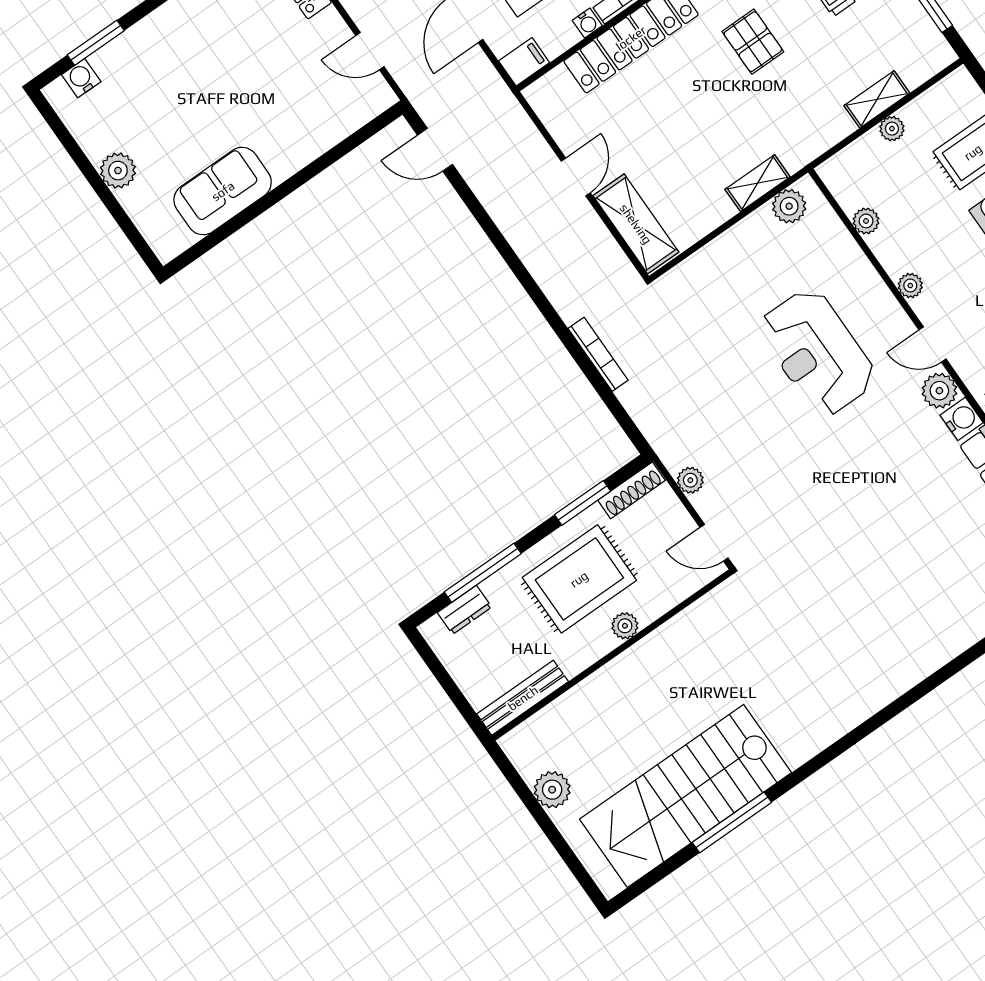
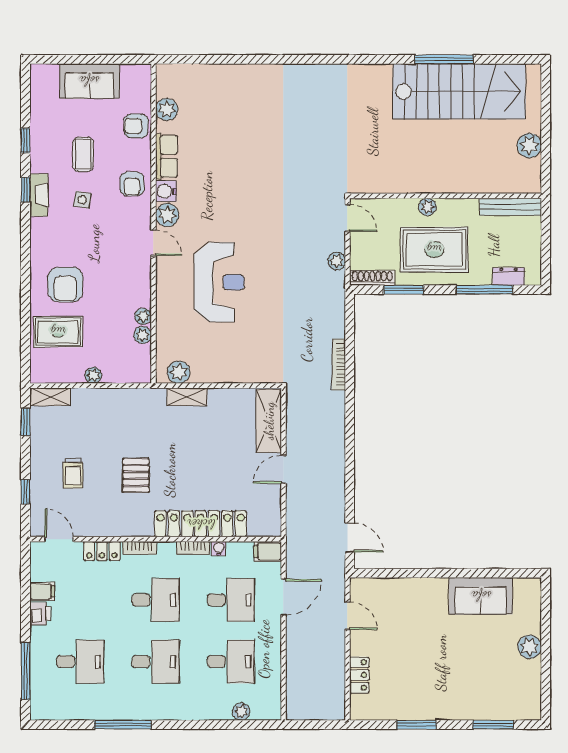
water cooler: (81, 78) -> (514, 711), removed
shelving: (877, 99) -> (50, 397), moved
plant: (910, 286) -> (143, 316), moved

